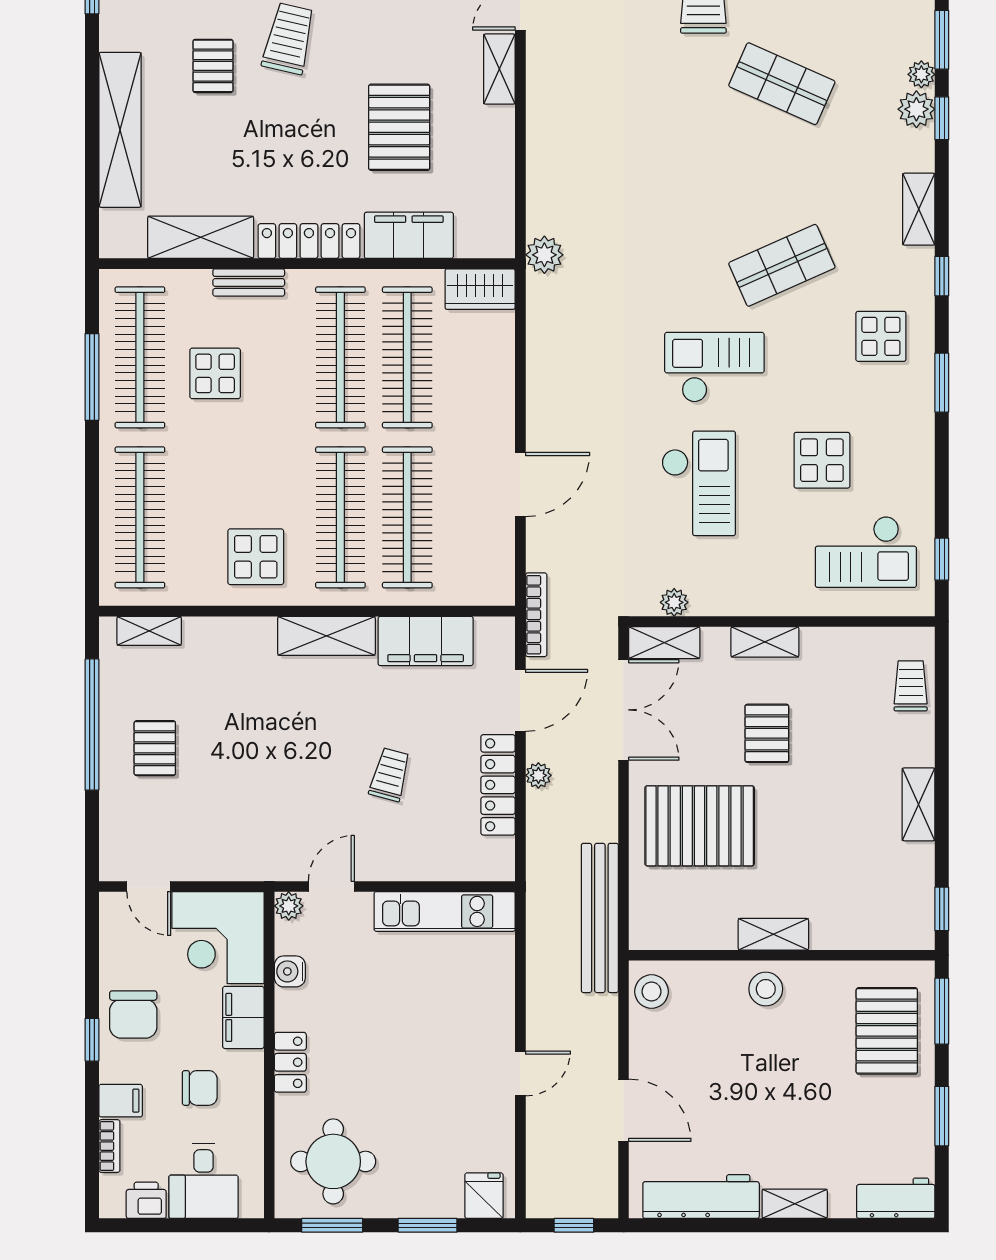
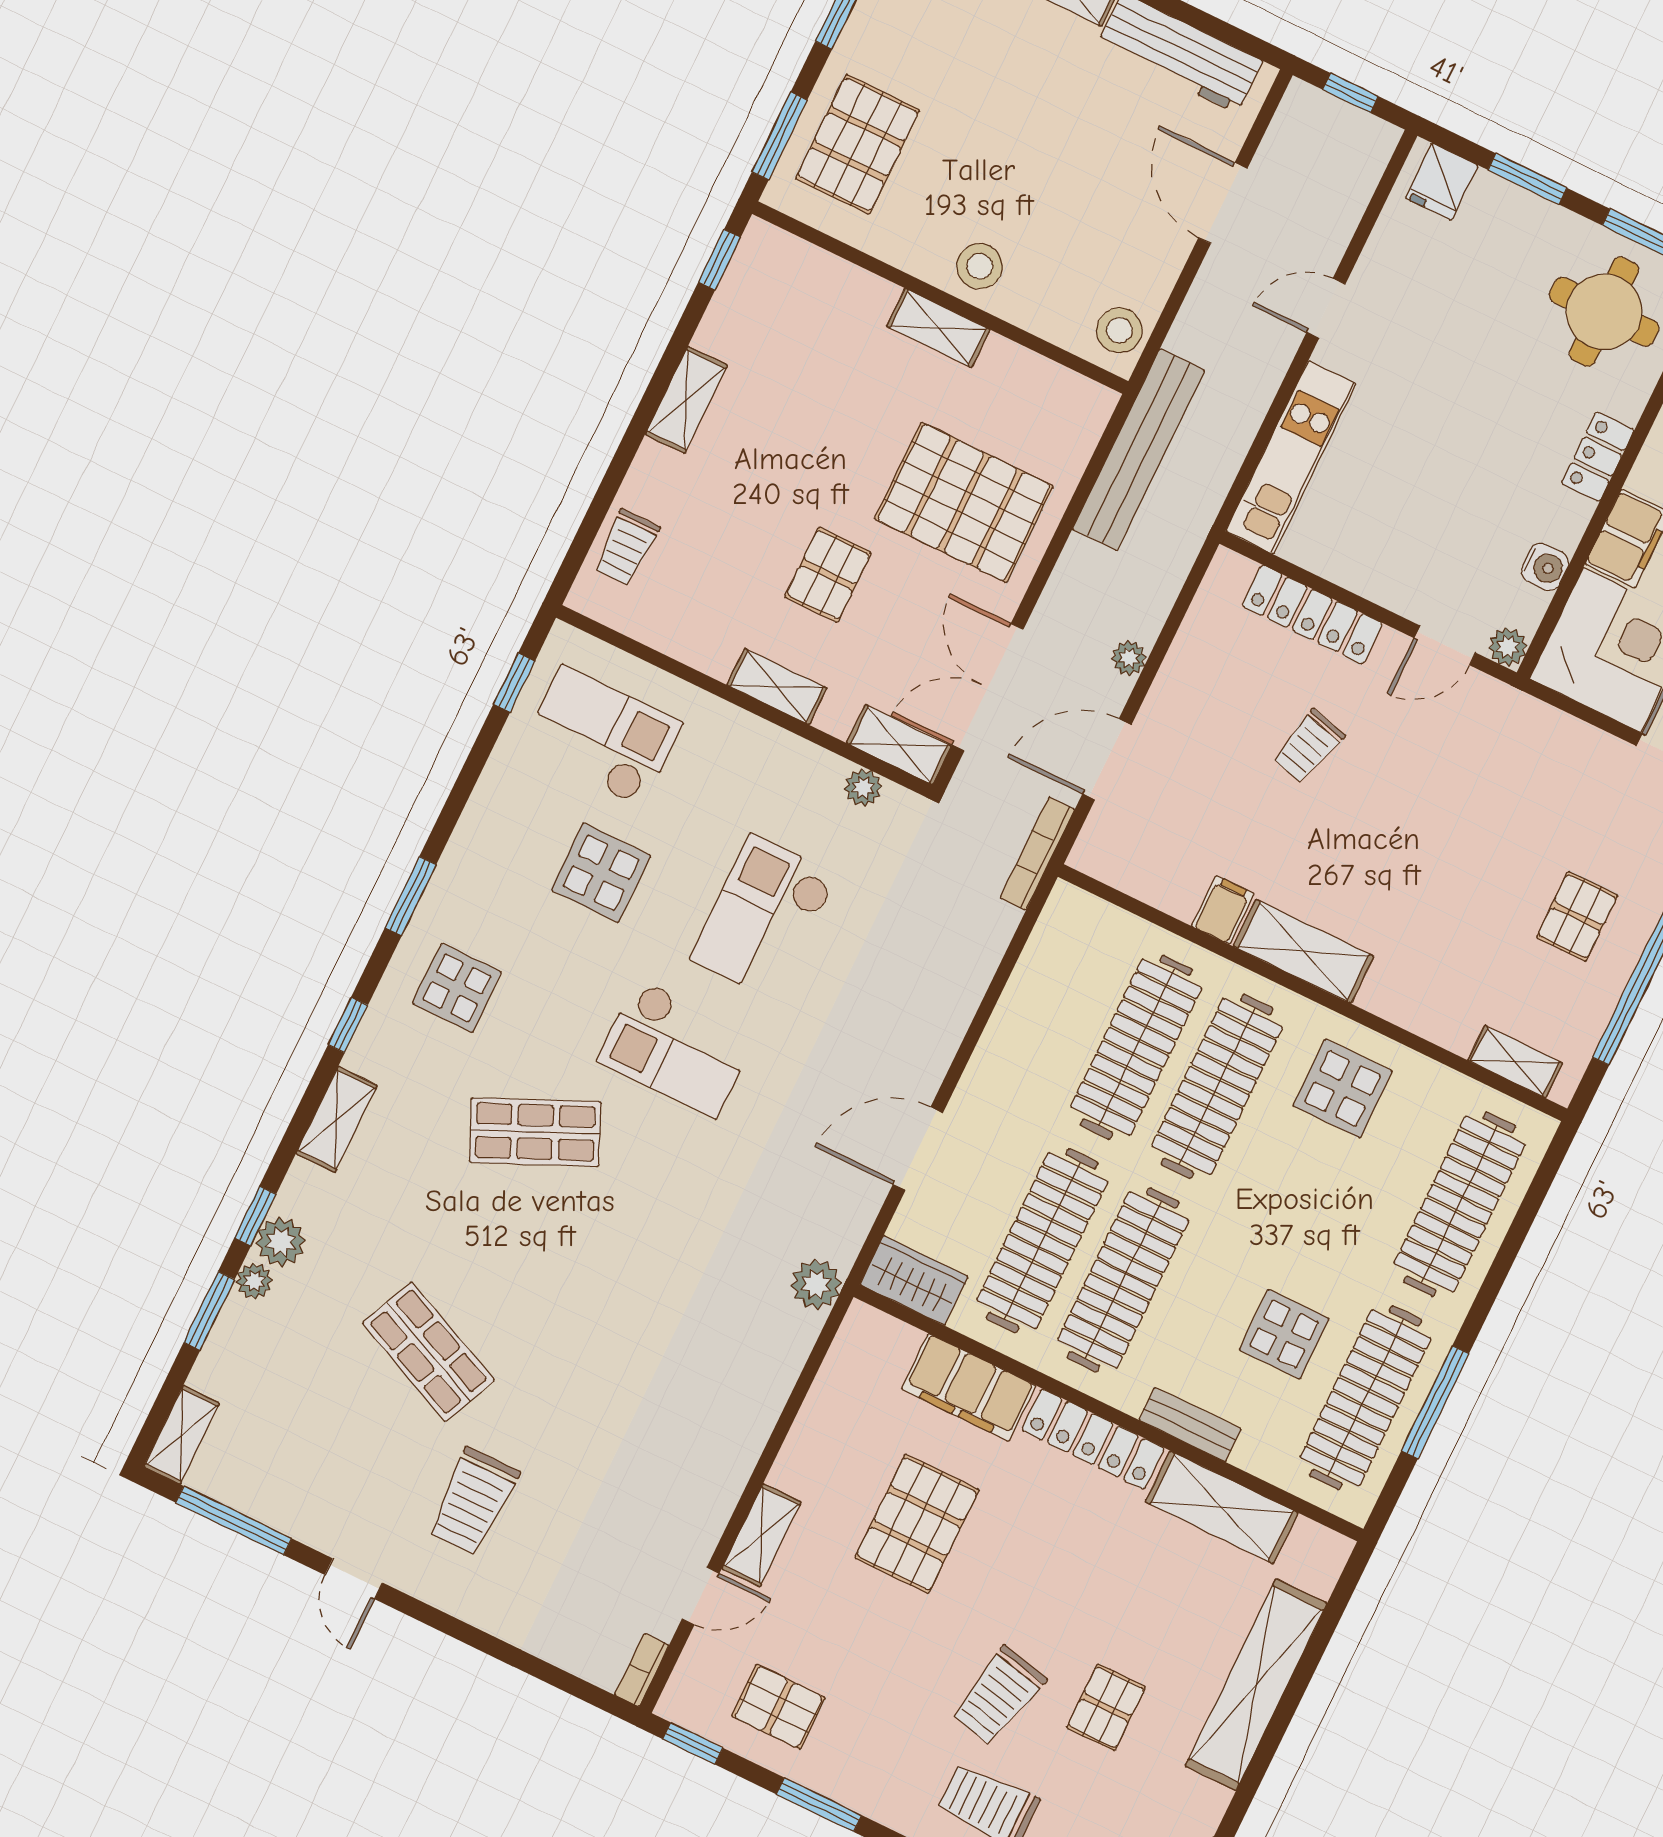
door: (520, 484) -> (918, 1149), moved
filing cabinet: (426, 641) -> (1223, 910), width x0.33, depth x0.86
locker: (498, 785) -> (1312, 614), moved, turned 90
kitchen unit: (445, 911) -> (1291, 458), moved, turned 90

